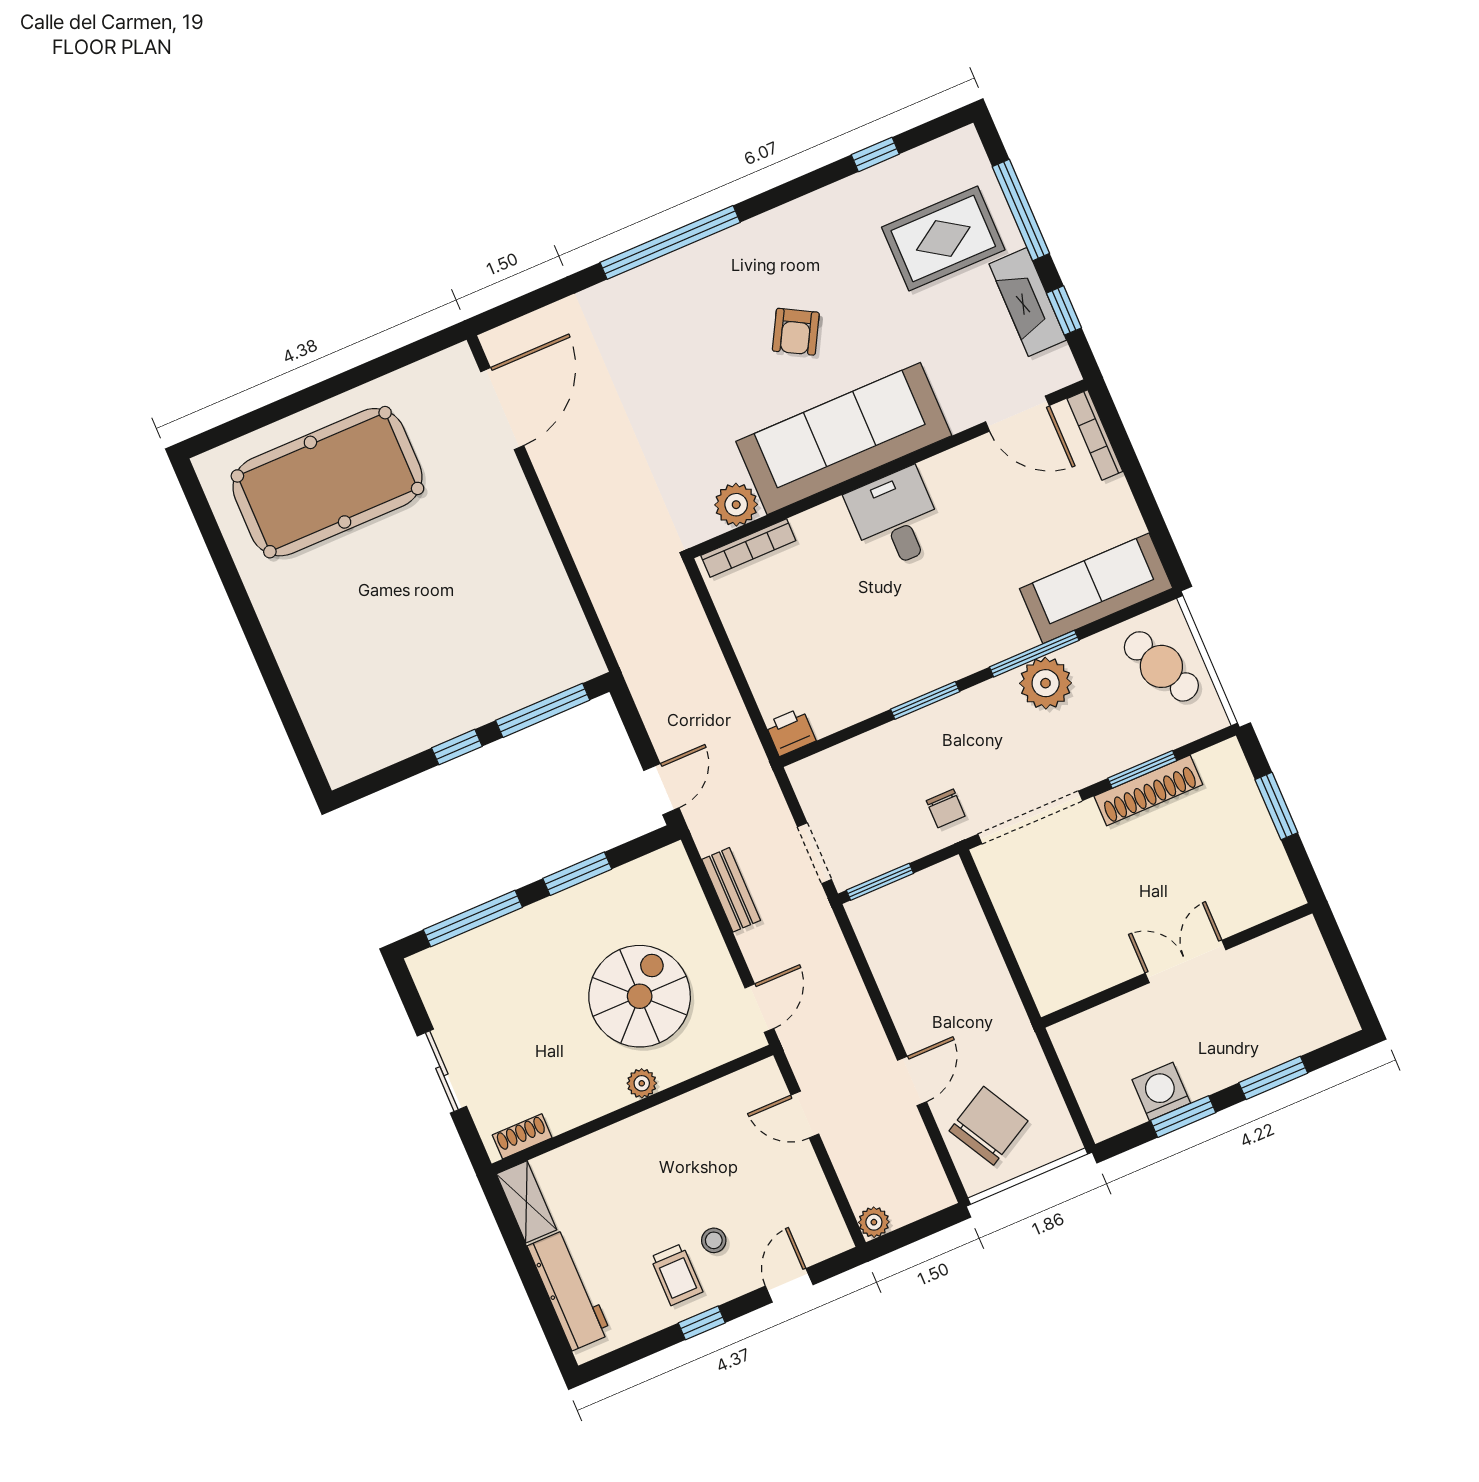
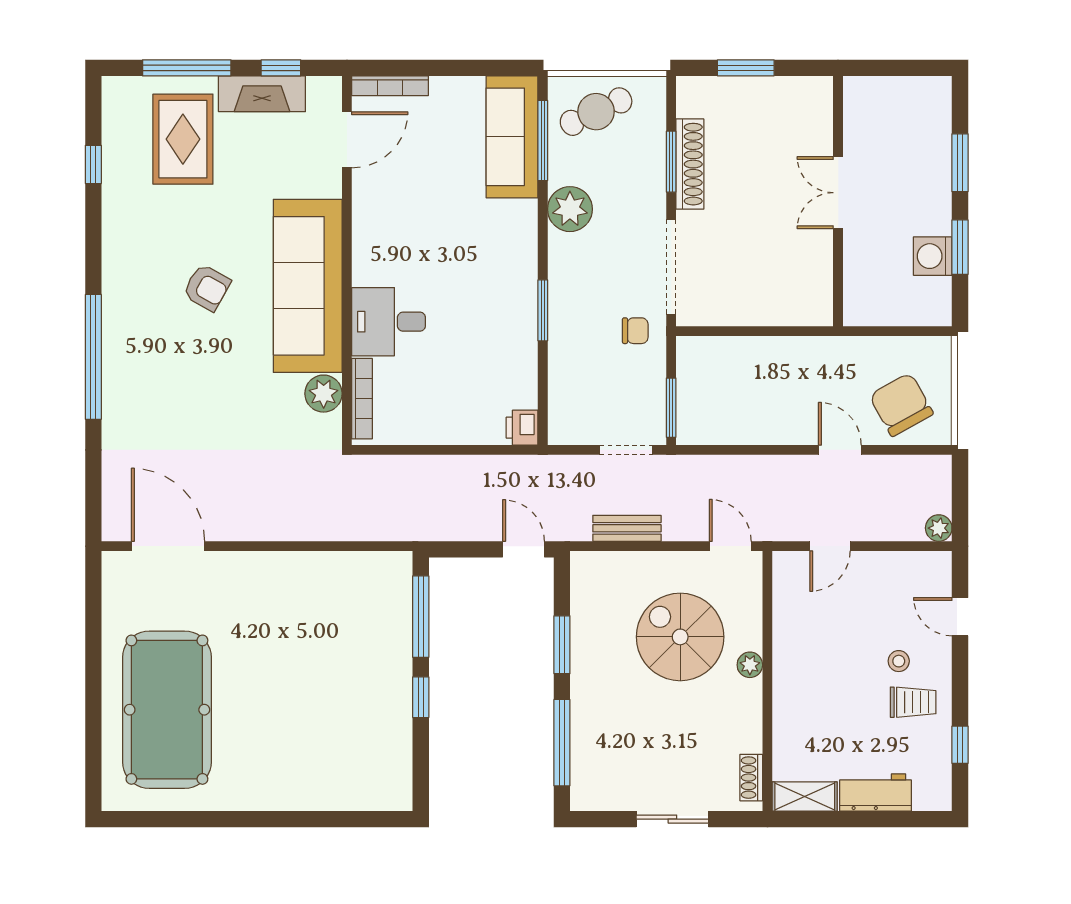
desk: (895, 519) -> (389, 322), moved
window: (1034, 654) -> (543, 140), moved
workbench: (569, 1290) -> (876, 792), width x0.73
window: (702, 1323) -> (960, 745), moved

